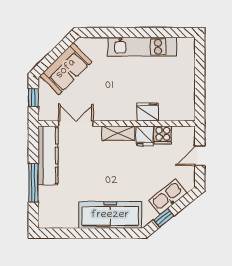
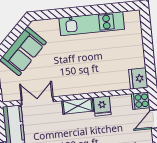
fridge: (148, 112) -> (138, 78), moved, turned -90
cooker: (163, 135) -> (141, 101), moved, turned 90

